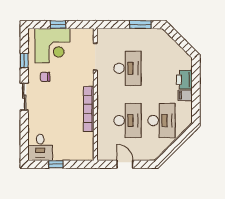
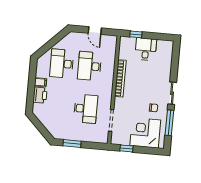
window: (58, 25) -> (126, 148), moved
window: (24, 60) -> (169, 123), width x2.17
desk: (127, 68) -> (86, 109), turned 180
desk: (40, 147) -> (146, 49), moved
window: (56, 164) -> (136, 34), moved

